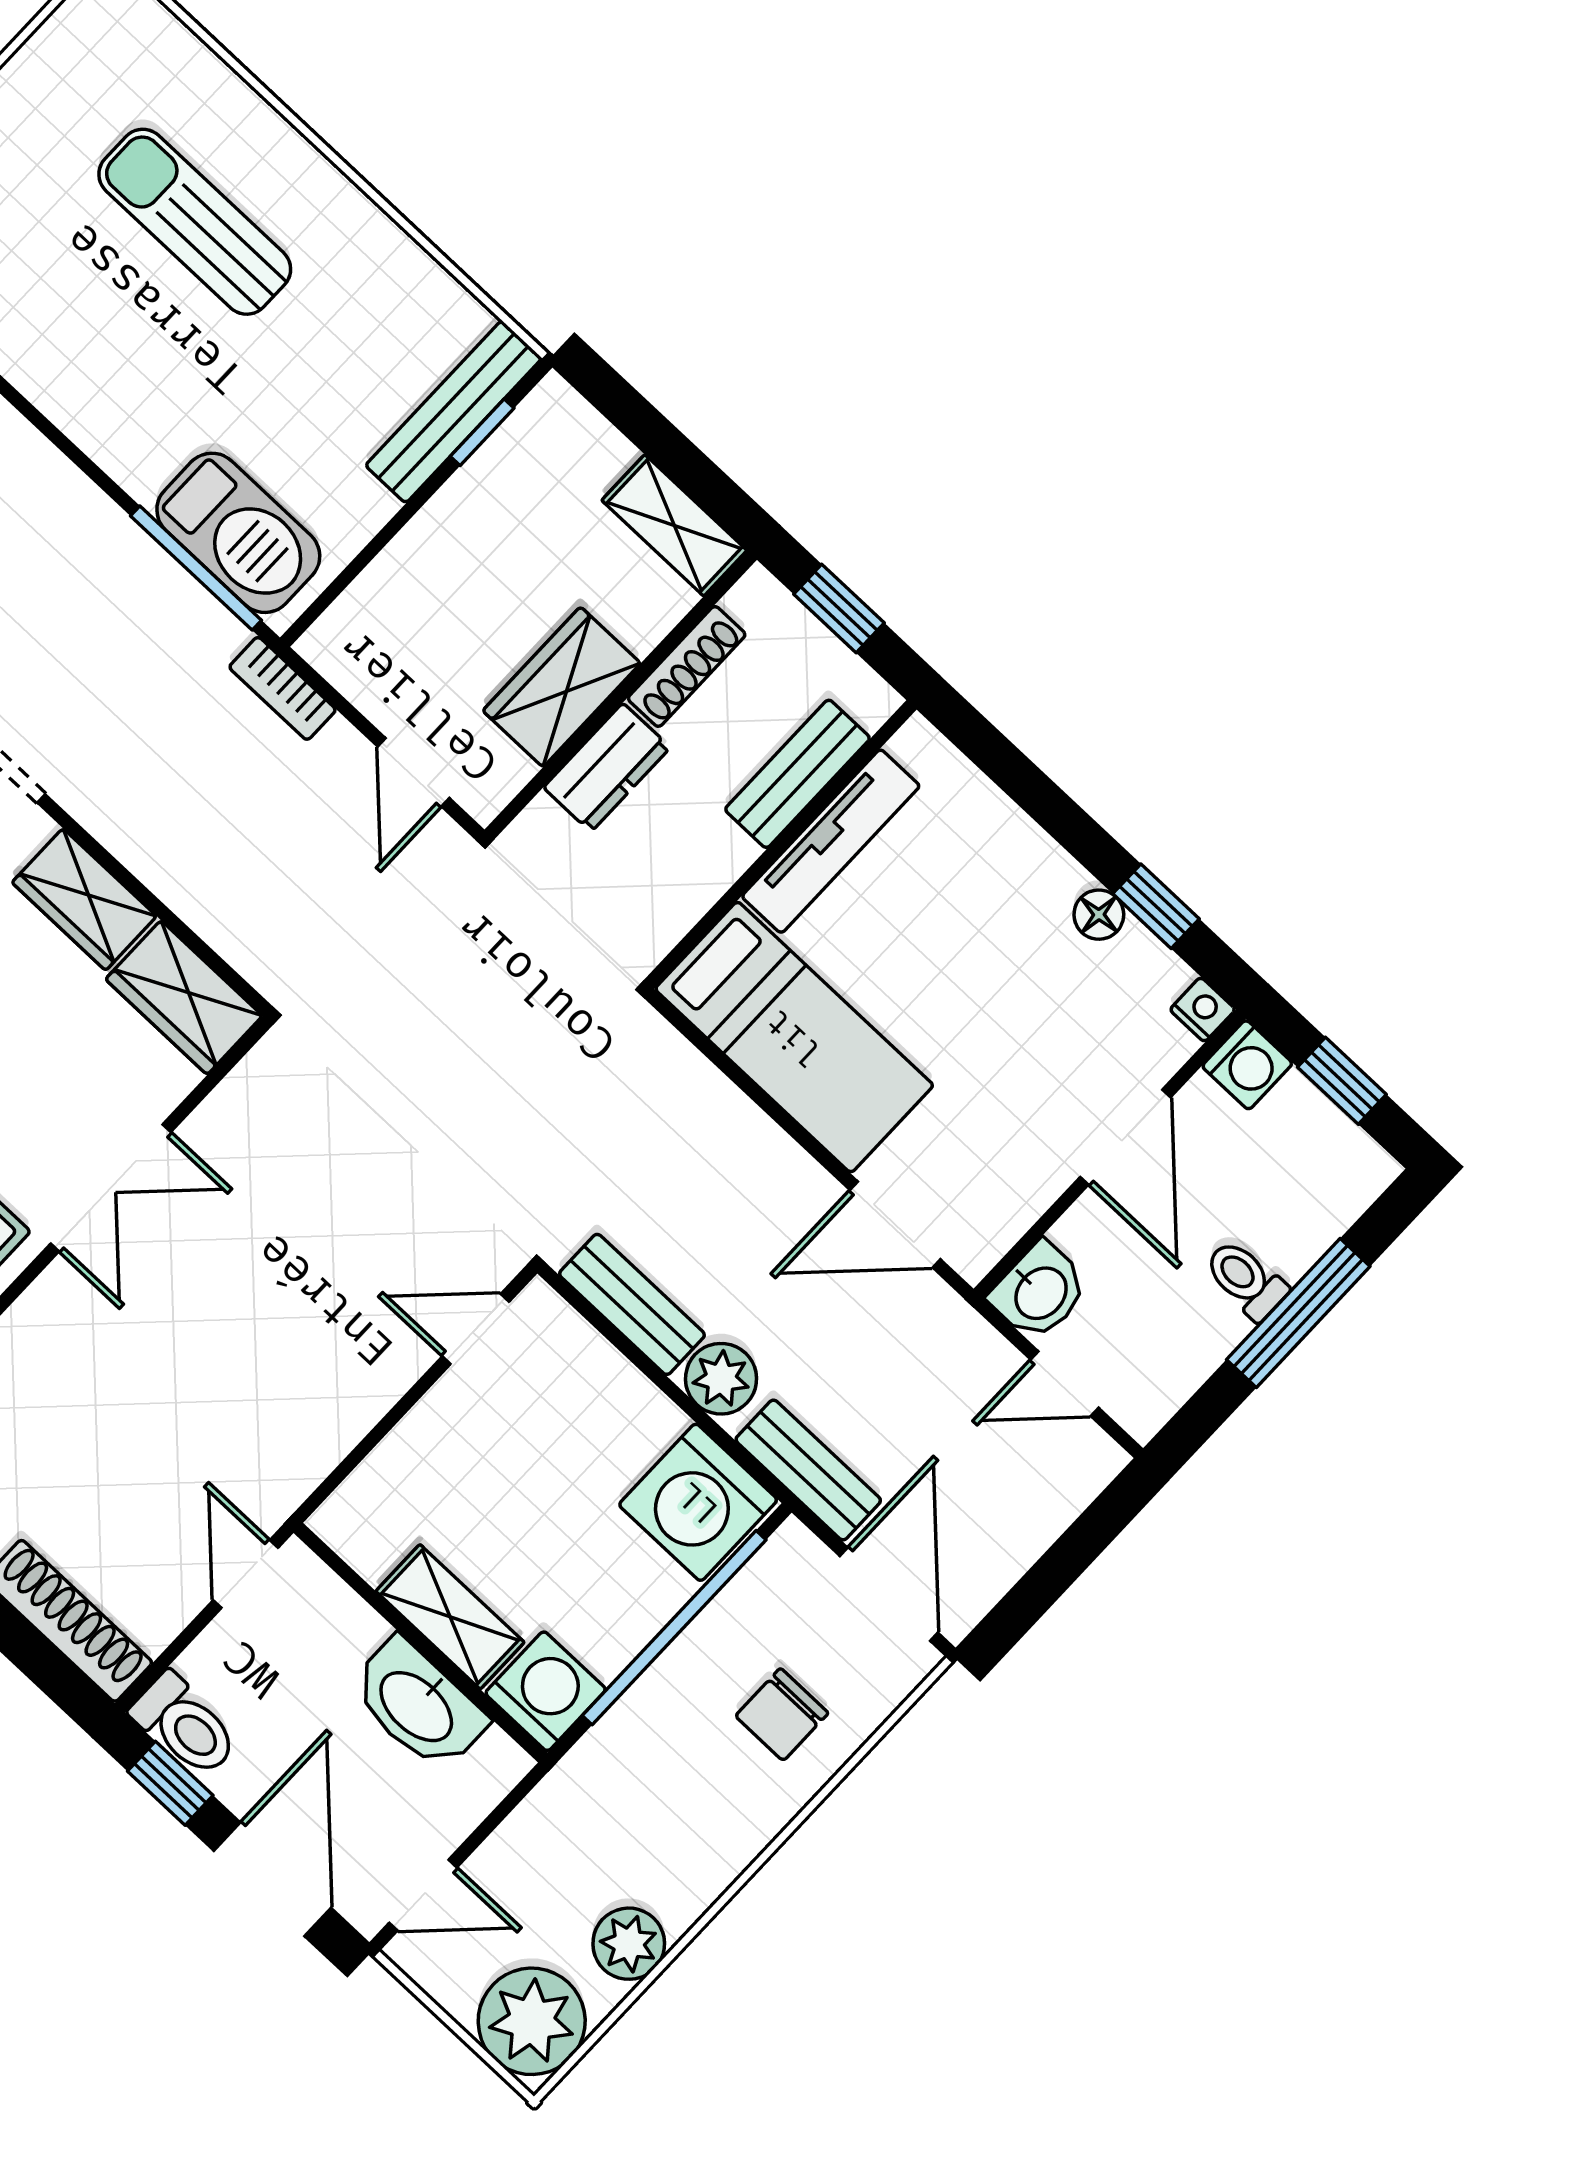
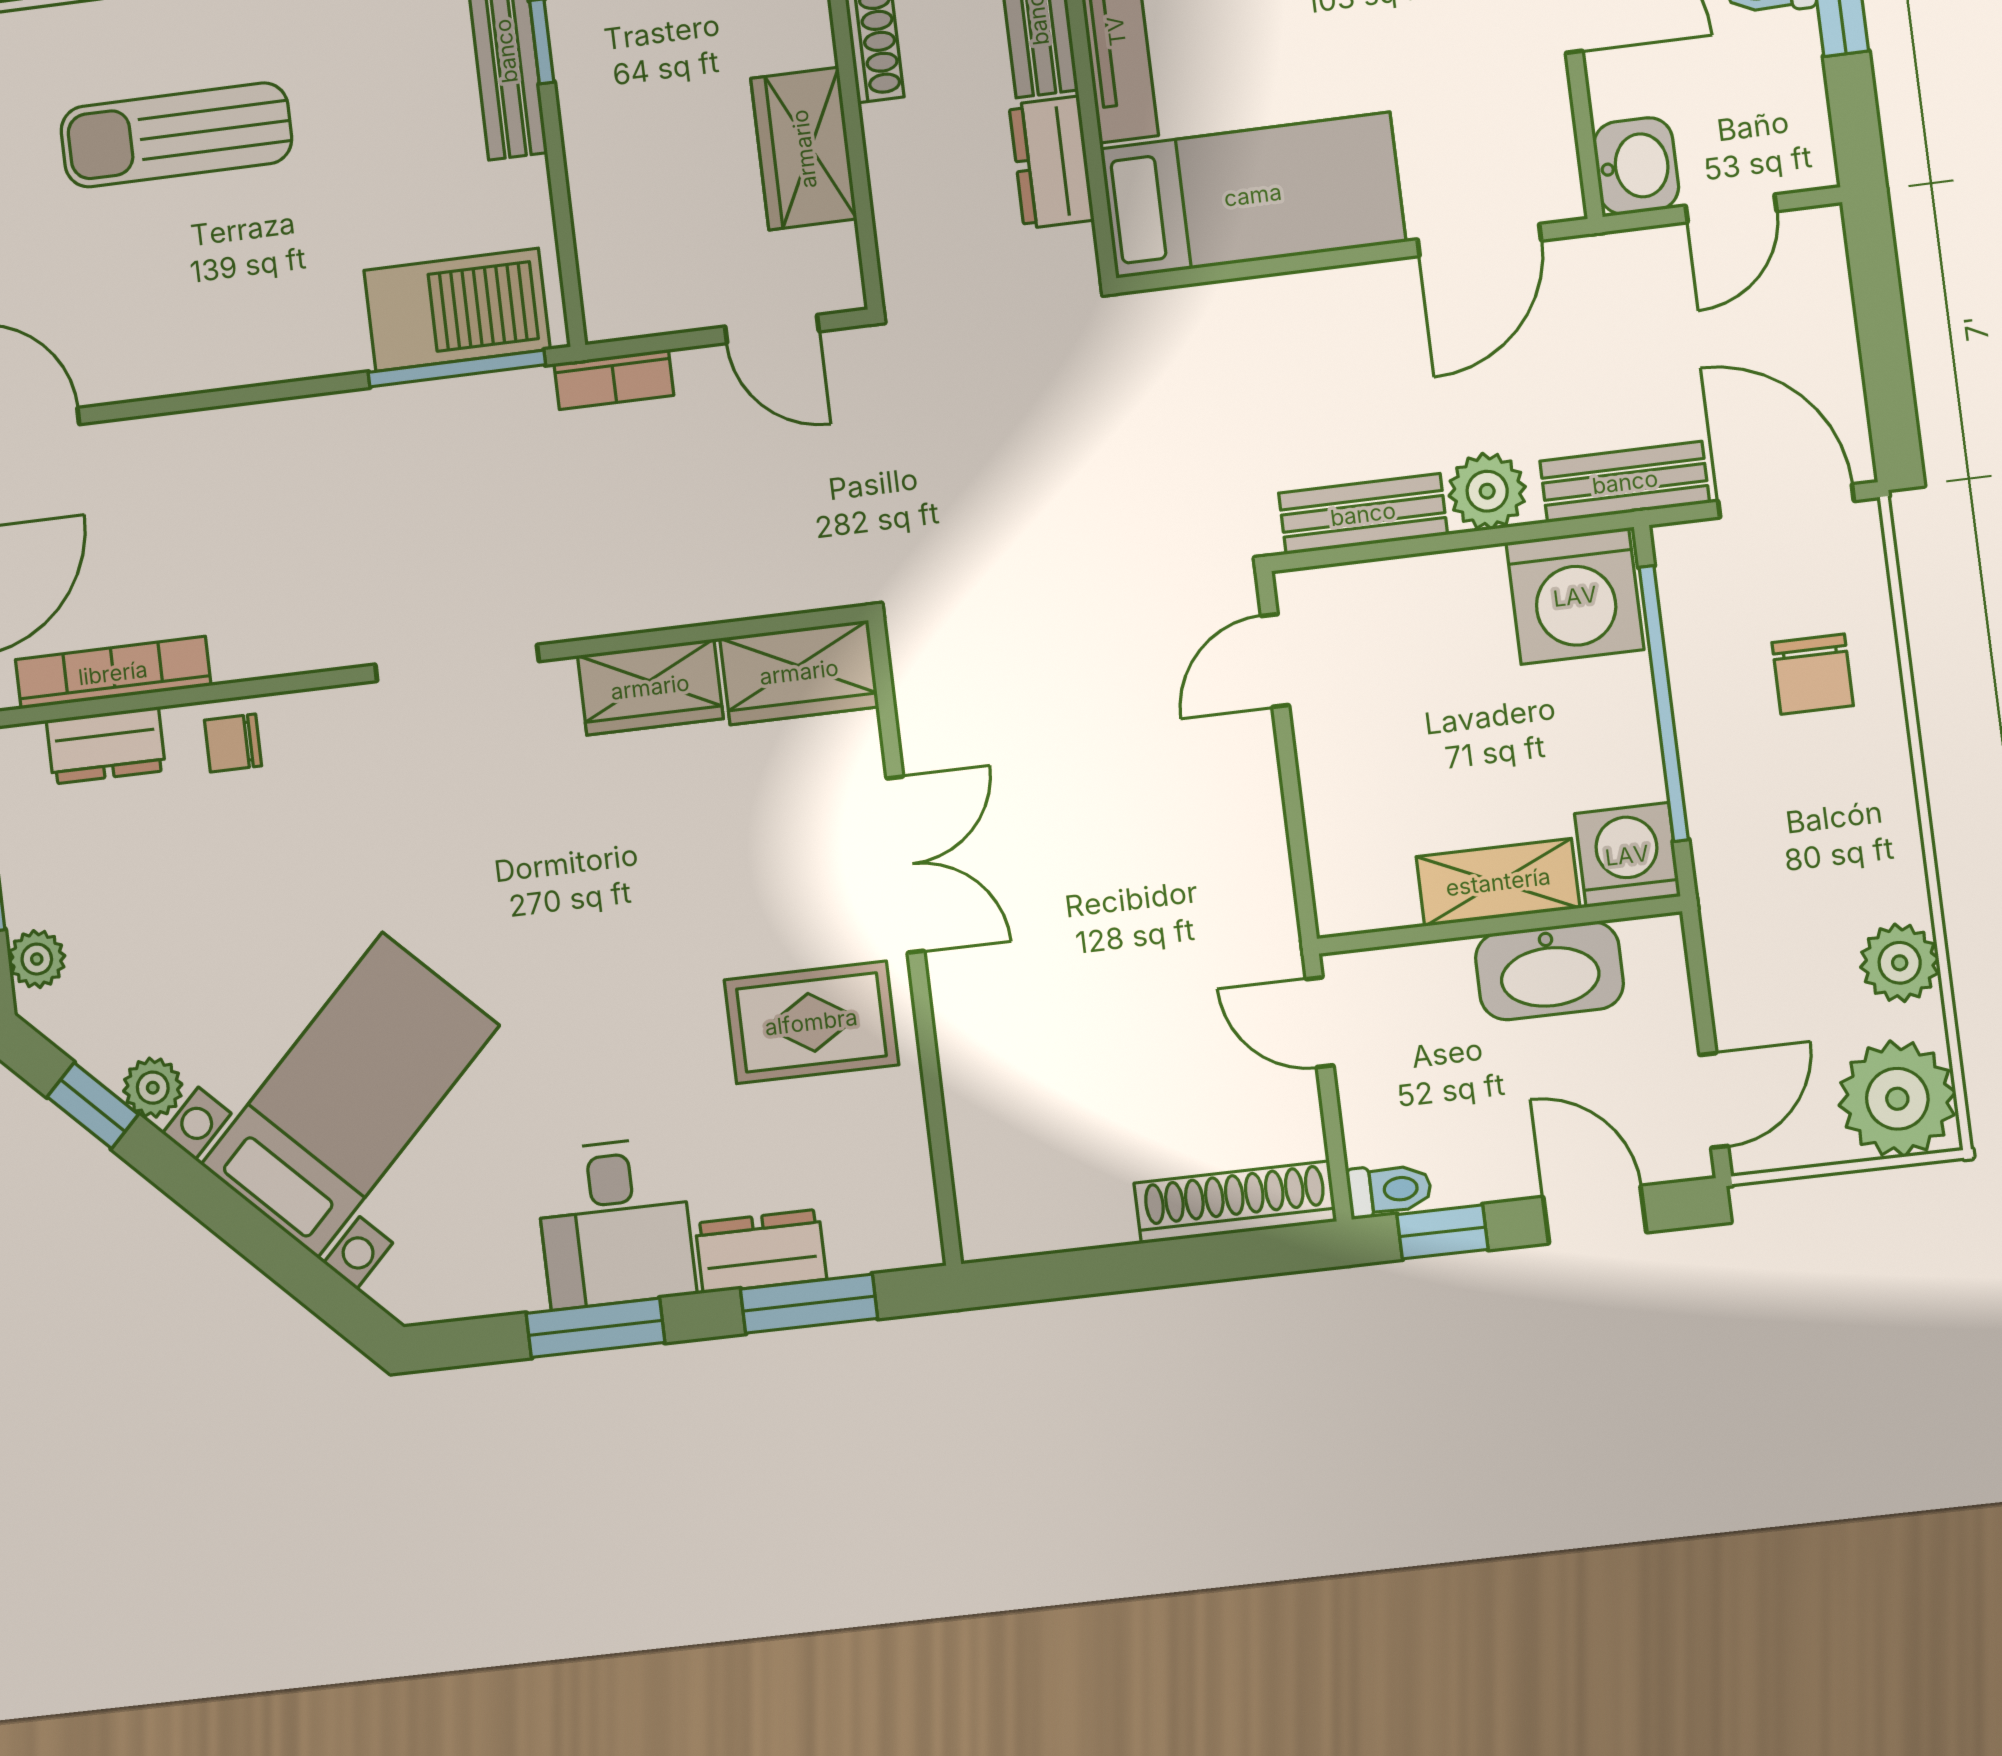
dresser: (607, 767) -> (1051, 162), moved, turned 180
toilet: (185, 1725) -> (1389, 1190), width x0.73, depth x0.72
door: (272, 1879) -> (1595, 1215), width x0.73

